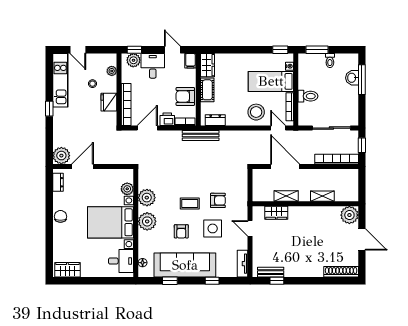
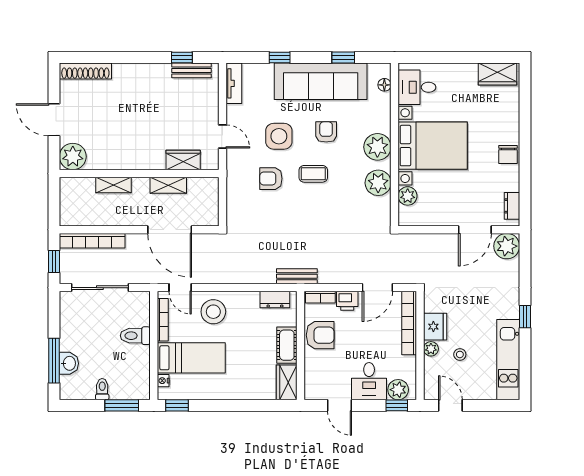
door: (78, 50) -> (450, 405), moved
filing cabinet: (190, 61) -> (312, 389), removed
plant: (112, 71) -> (431, 349), moved
bench: (201, 136) -> (297, 276), width x0.73

